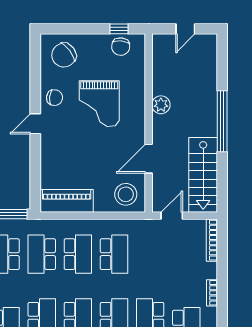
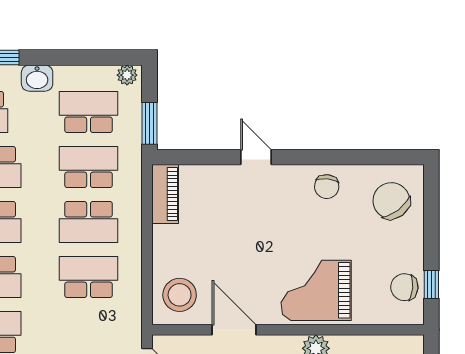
grand piano: (99, 104) -> (316, 290), moved
door: (35, 124) -> (256, 157), moved
piano: (67, 201) -> (165, 194), width x0.73, depth x0.75
school desk: (114, 254) -> (89, 277), turned 180

